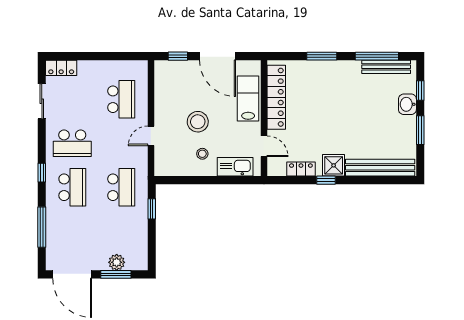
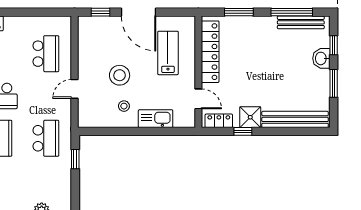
locker: (276, 97) -> (210, 52), moved
wall: (264, 118) -> (198, 72), moved
door: (264, 146) -> (198, 99), moved

